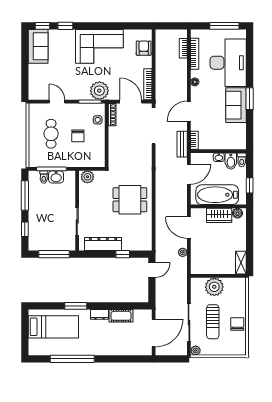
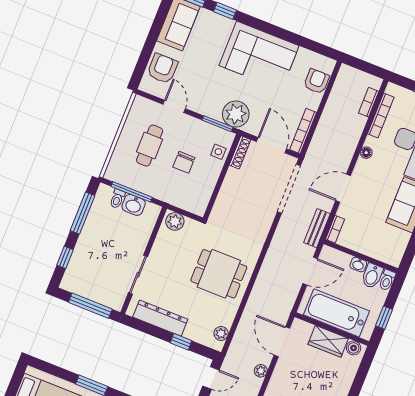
armchair: (39, 80) -> (162, 68), added
plant: (147, 238) -> (221, 333), added

